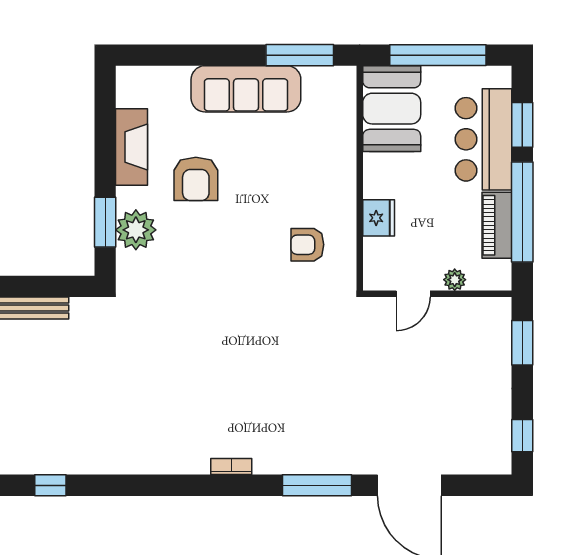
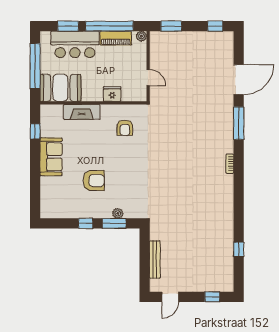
window: (300, 55) -> (35, 131), width x0.46
sofa: (246, 89) -> (51, 157), width x0.73
fireplace: (131, 147) -> (82, 112), moved, turned 180
window: (105, 162) -> (86, 223), added
plant: (136, 230) -> (118, 213), width x0.53, depth x0.53
plant: (455, 280) -> (141, 36), moved

